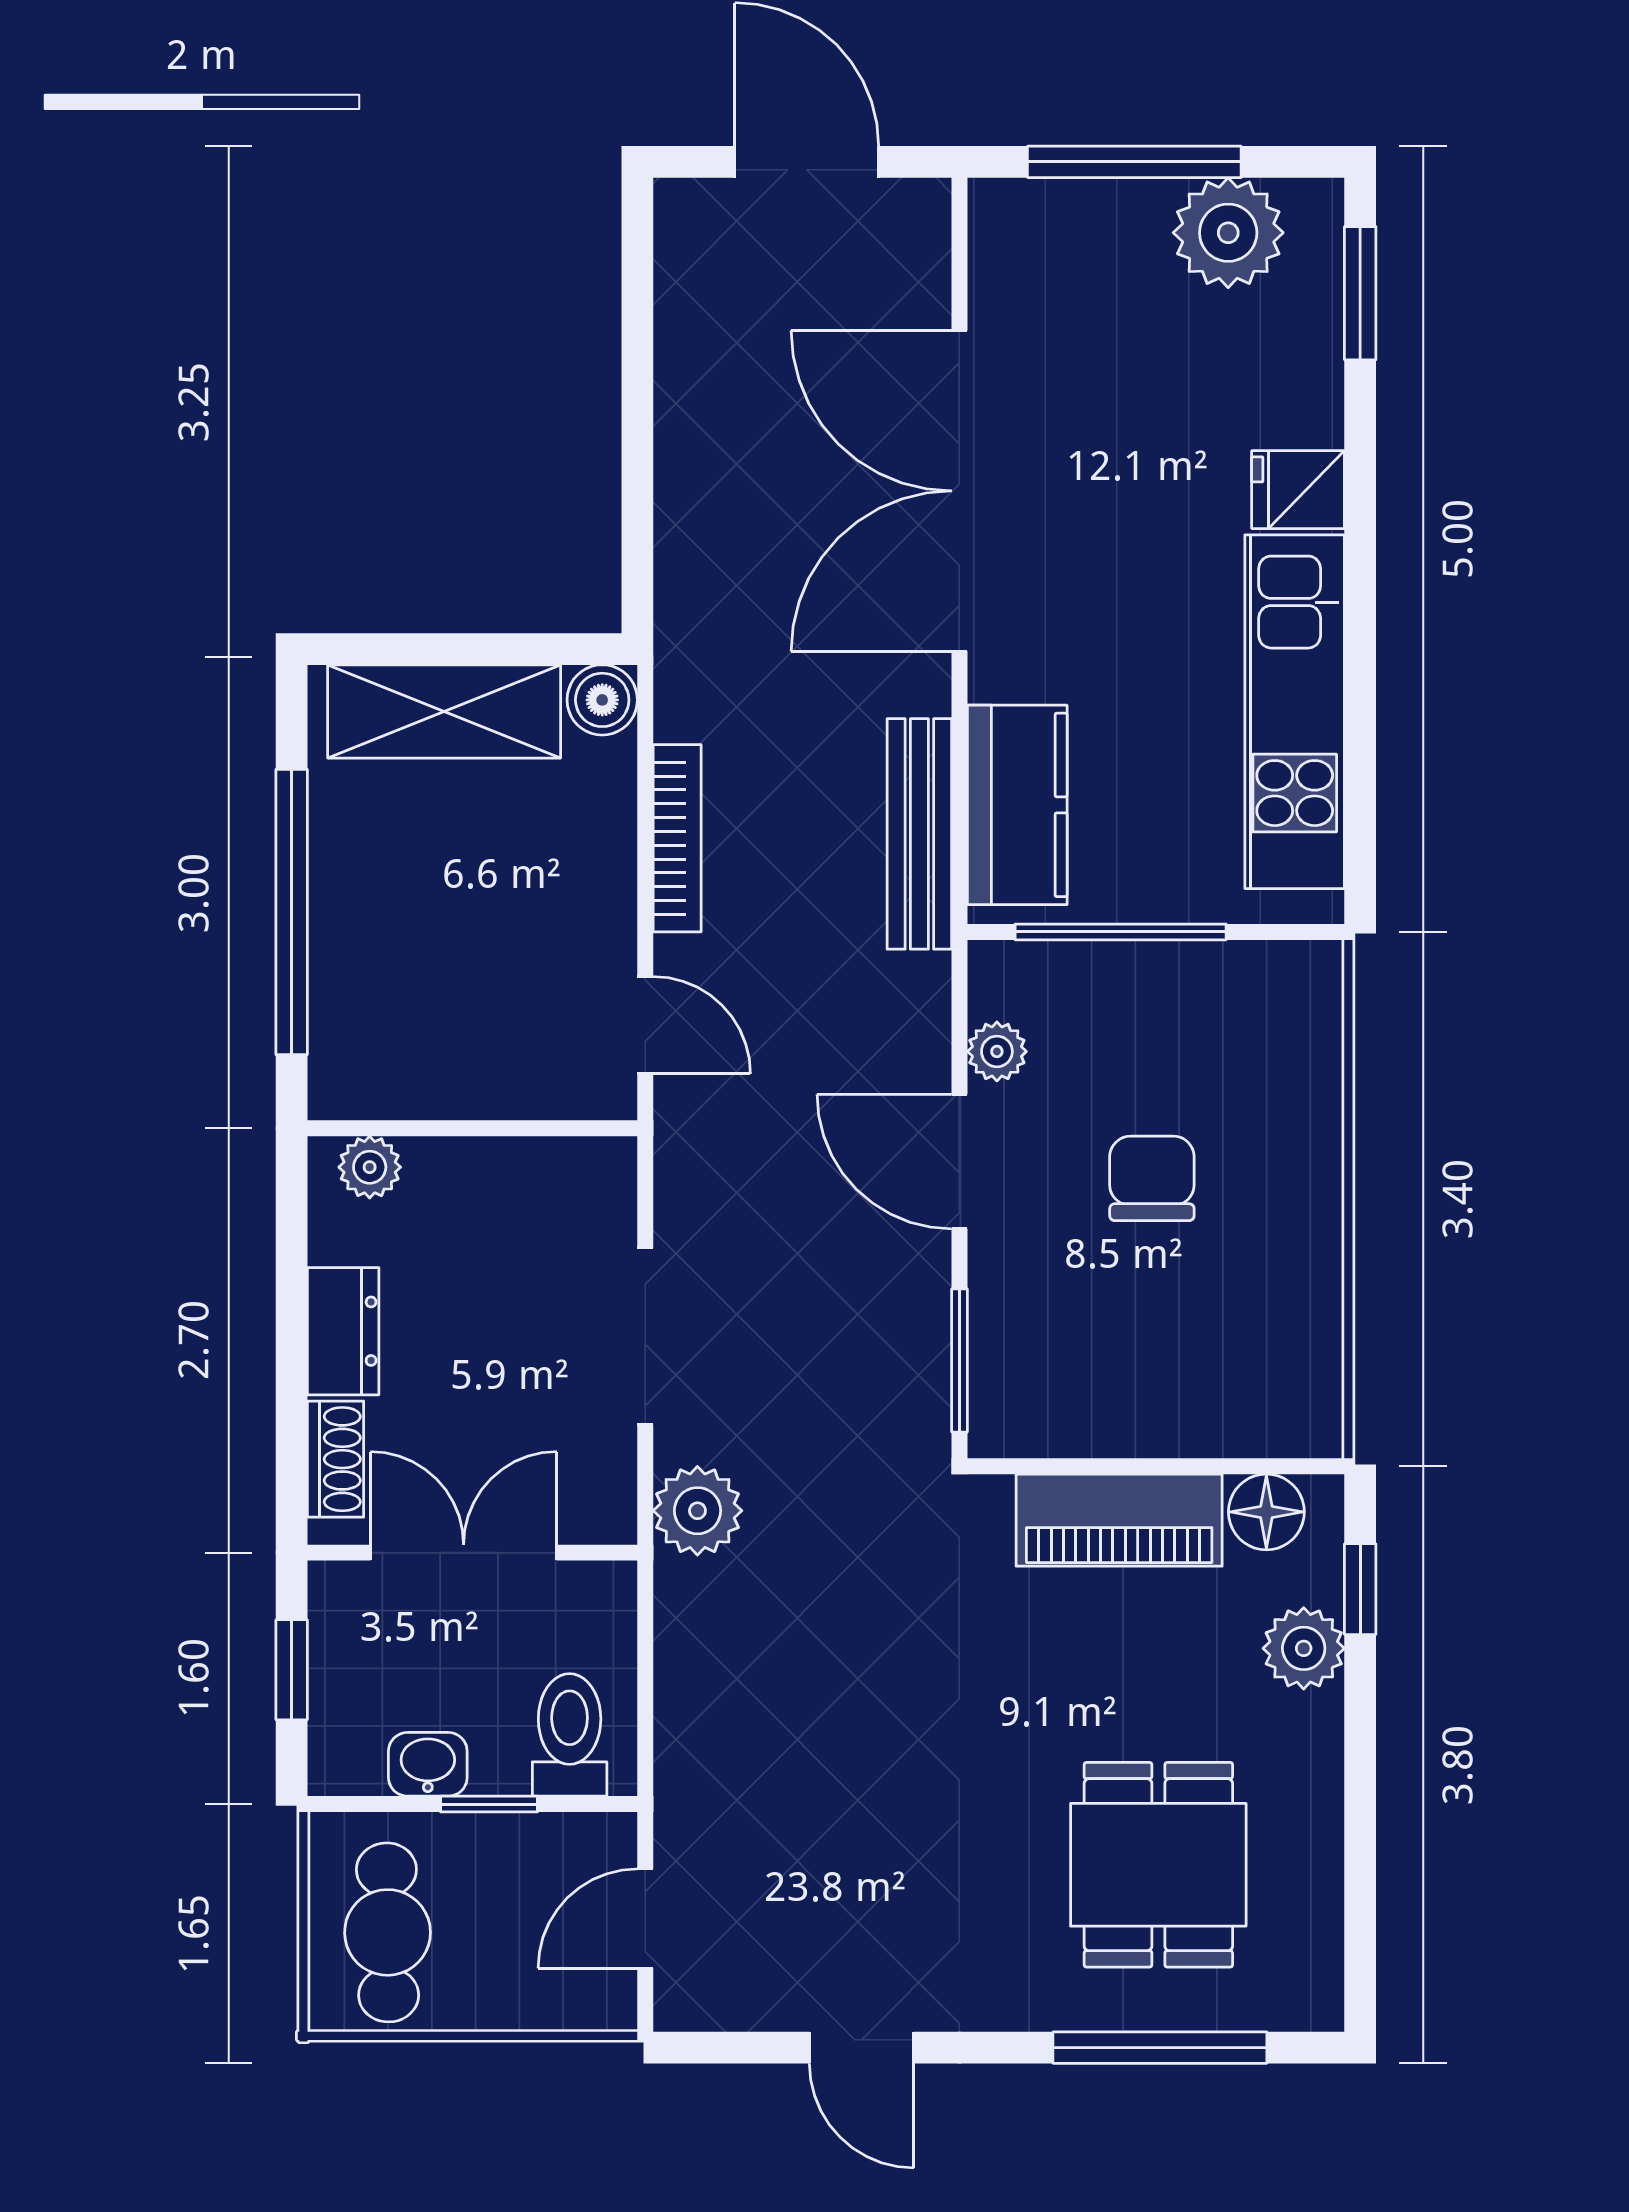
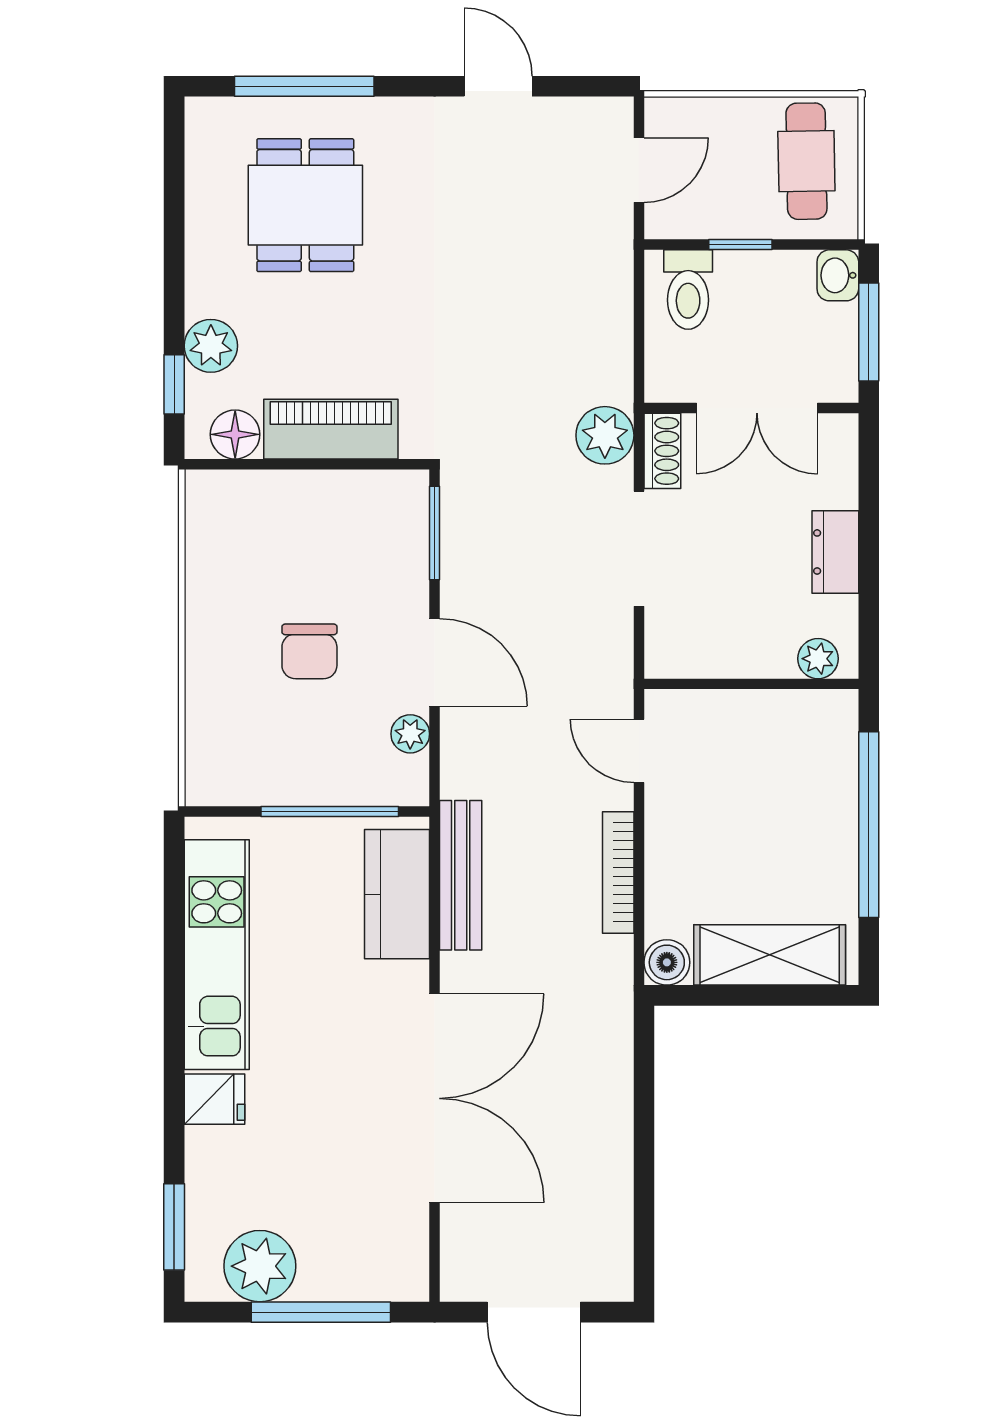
shoe rack: (336, 1459) -> (662, 451), moved, turned 180
window: (292, 1670) -> (869, 332), width x1.50
washbasin: (428, 1764) -> (838, 275), moved, turned 90

